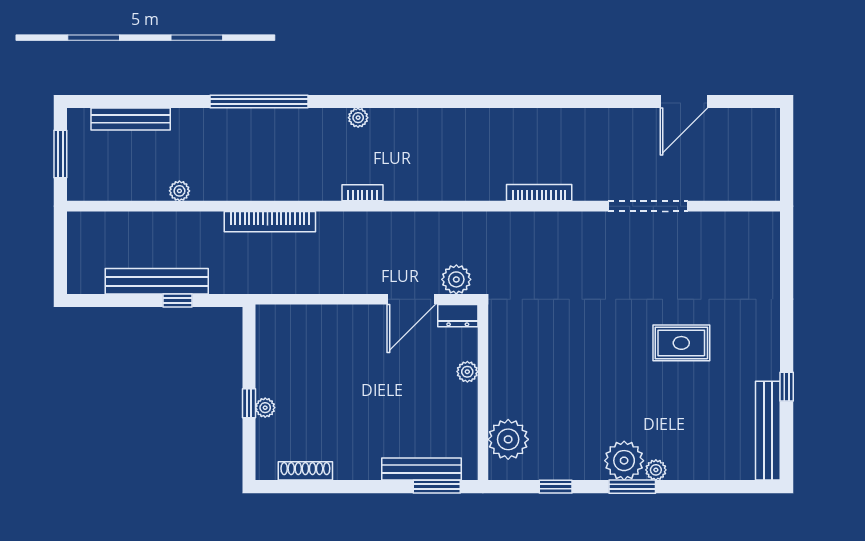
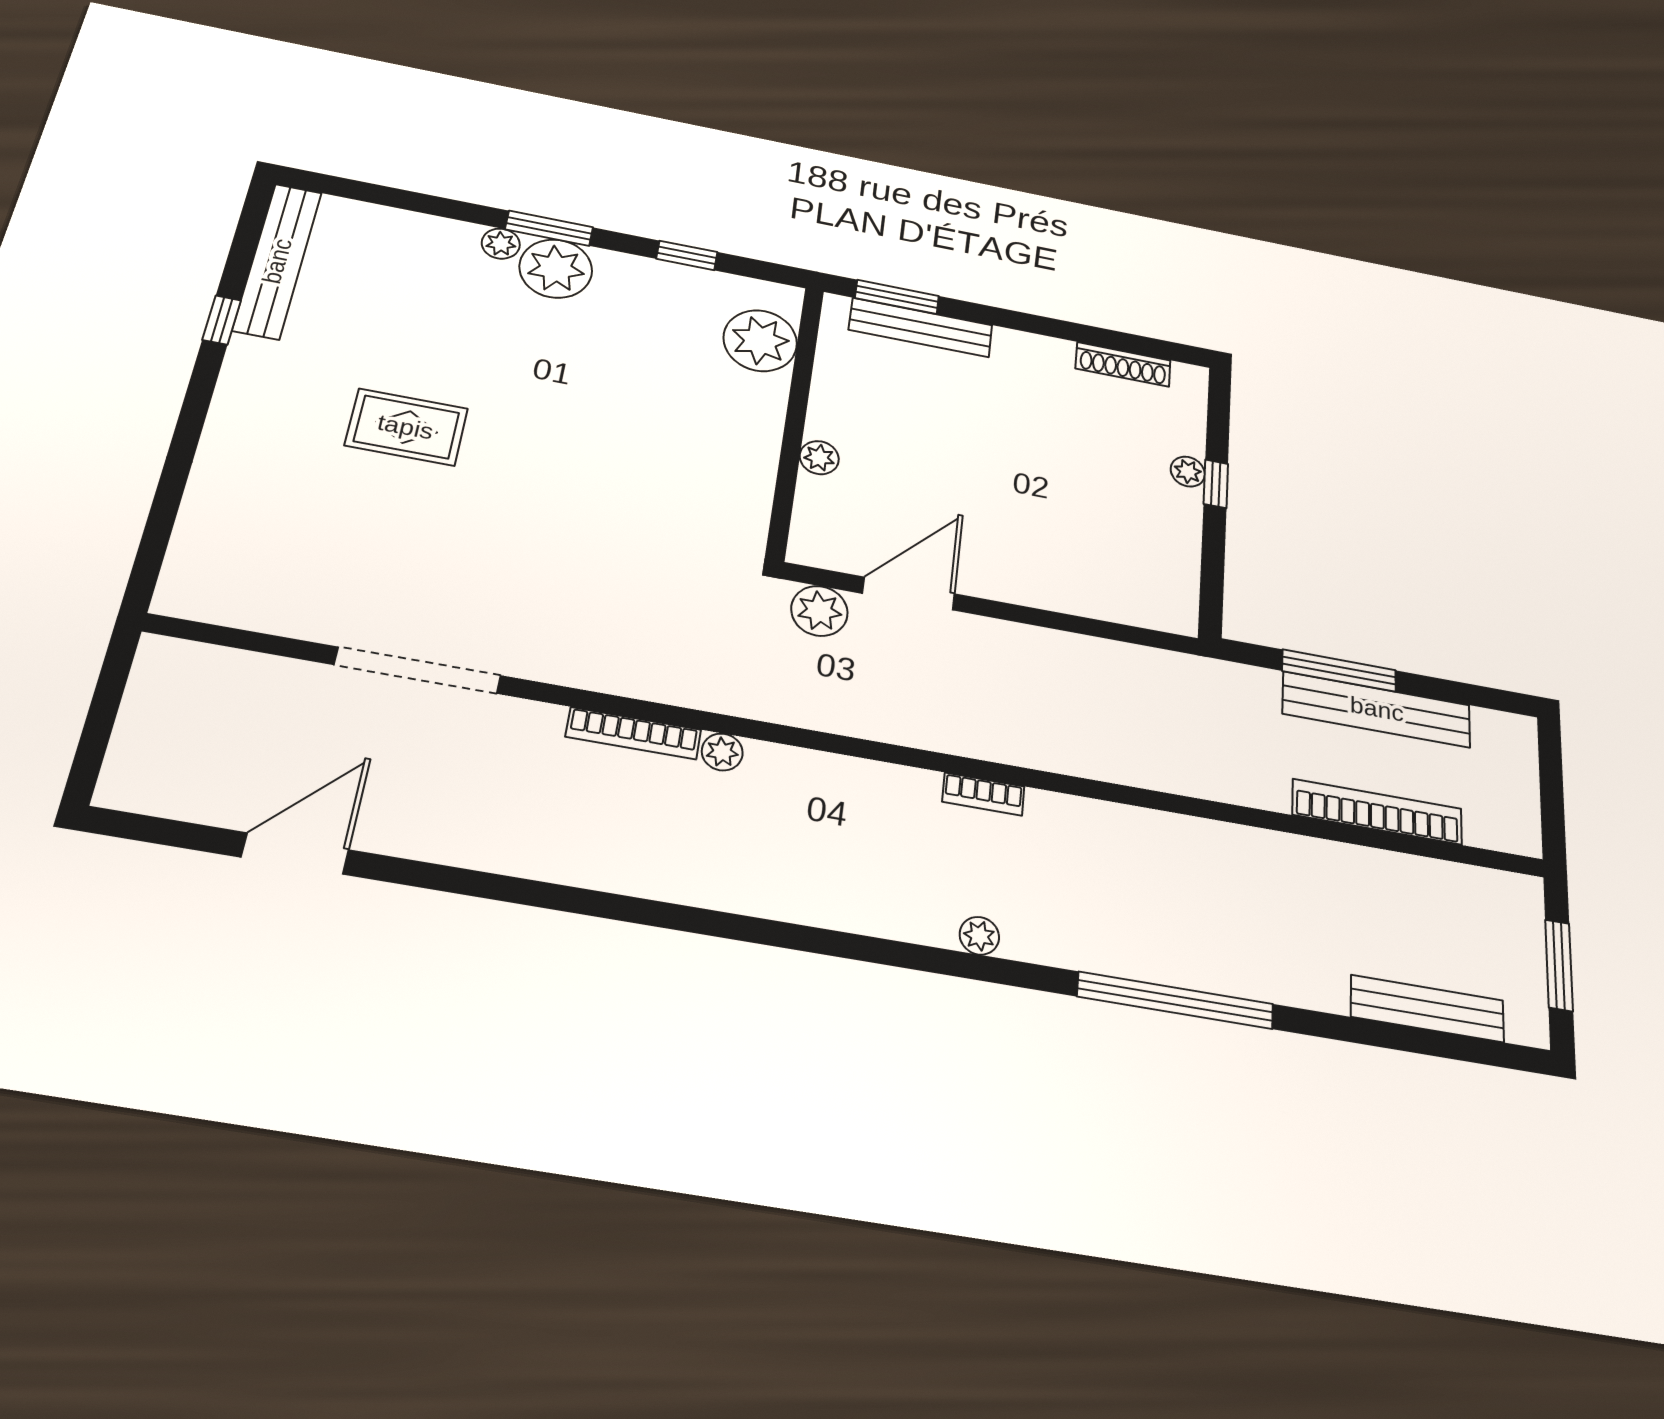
plant: (179, 191) -> (722, 752), moved
bookcase: (270, 222) -> (1377, 812), moved
window: (178, 300) -> (1339, 671), width x2.17
dresser: (458, 316) -> (825, 551), removed

